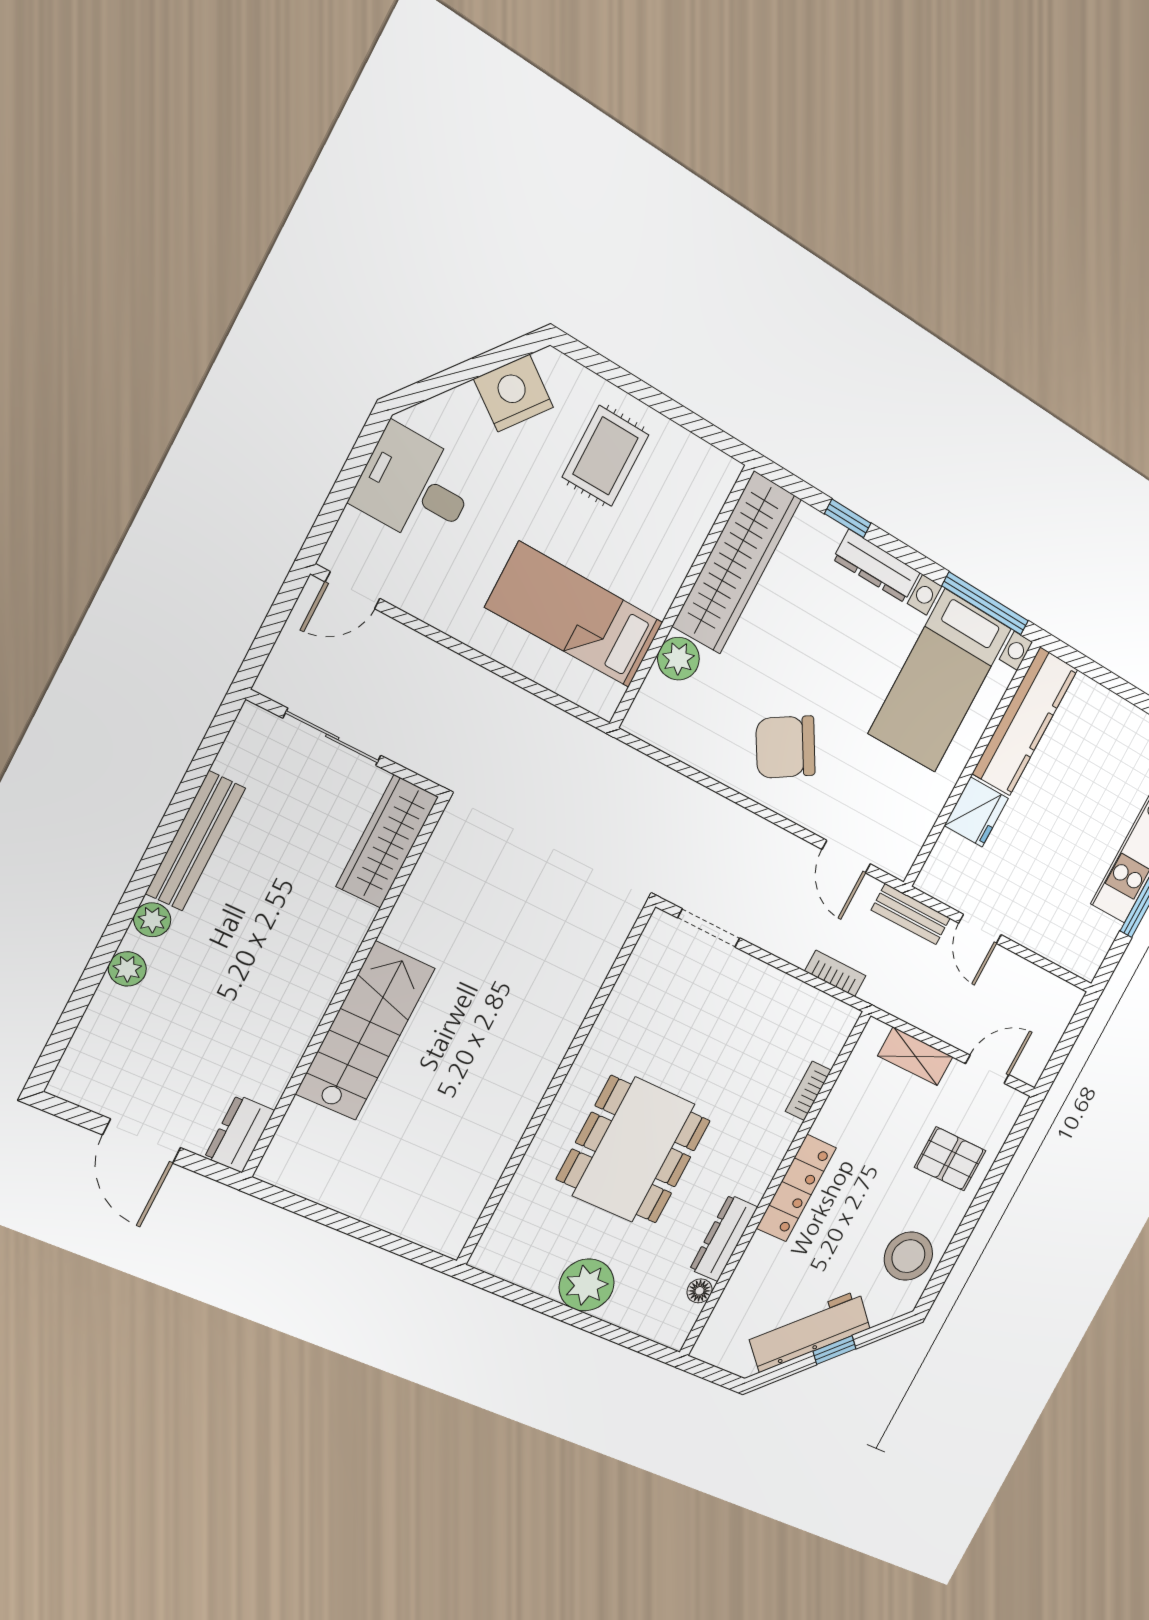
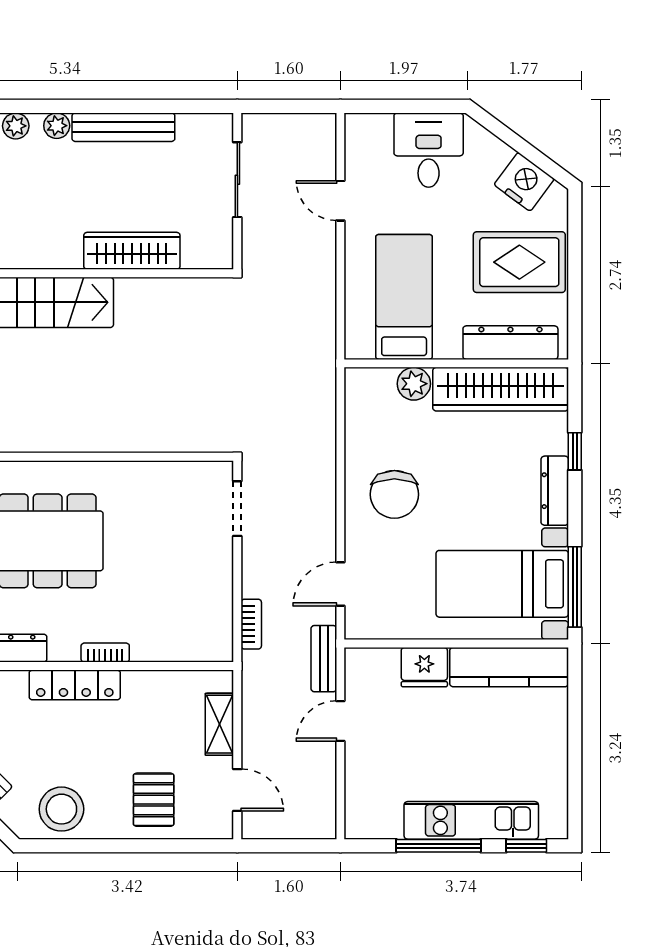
rug: (606, 456) -> (519, 262), width x1.36, depth x1.43
dresser: (691, 521) -> (510, 343), added
door: (353, 590) -> (340, 201), moved
chair: (786, 747) -> (394, 494), turned -149
wardrobe: (387, 842) -> (132, 251), moved
bookcase: (808, 1091) -> (105, 653), moved

